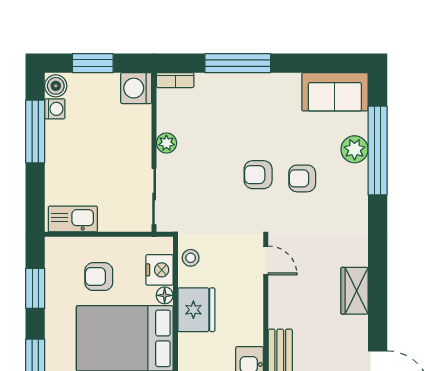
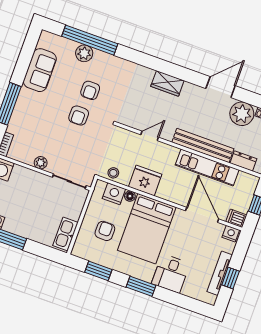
sofa: (335, 92) -> (40, 70), moved
door: (266, 261) -> (150, 136), moved
armchair: (99, 277) -> (105, 231), turned 180

